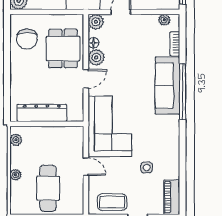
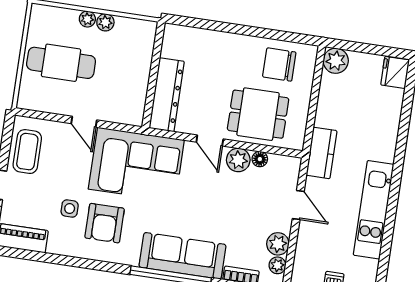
plant: (96, 22) -> (278, 244), moved
dresser: (42, 113) -> (167, 95), moved
plant: (16, 140) -> (105, 22), moved
armchair: (153, 142) -> (105, 223), added
door: (86, 166) -> (84, 122), hinge flipped

